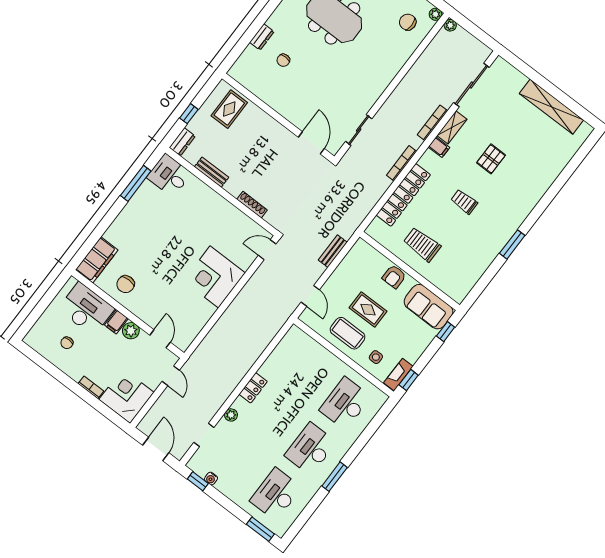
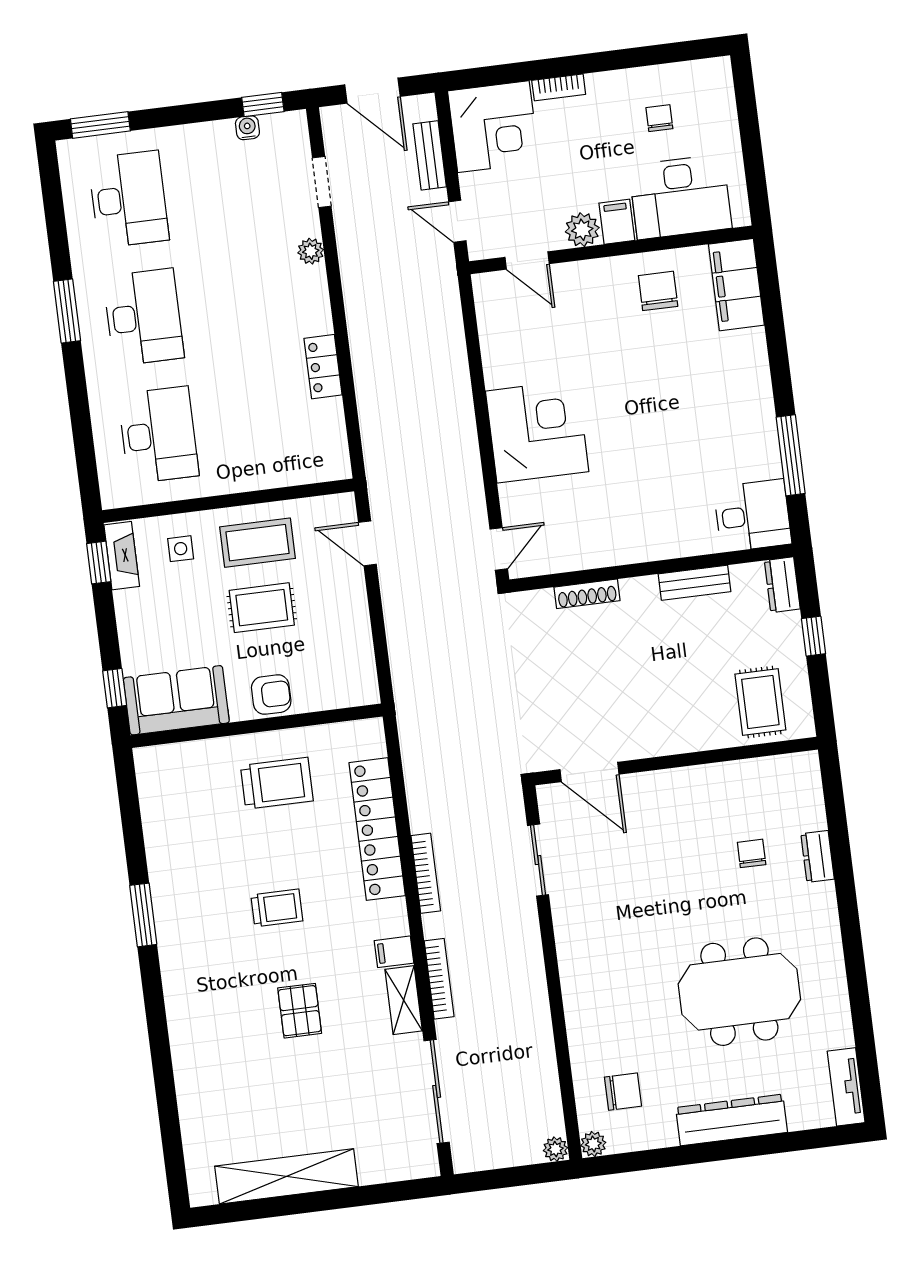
bench: (333, 251) -> (430, 155), moved
armchair: (394, 277) -> (271, 695), turned 90
locker: (253, 388) -> (323, 367), moved

